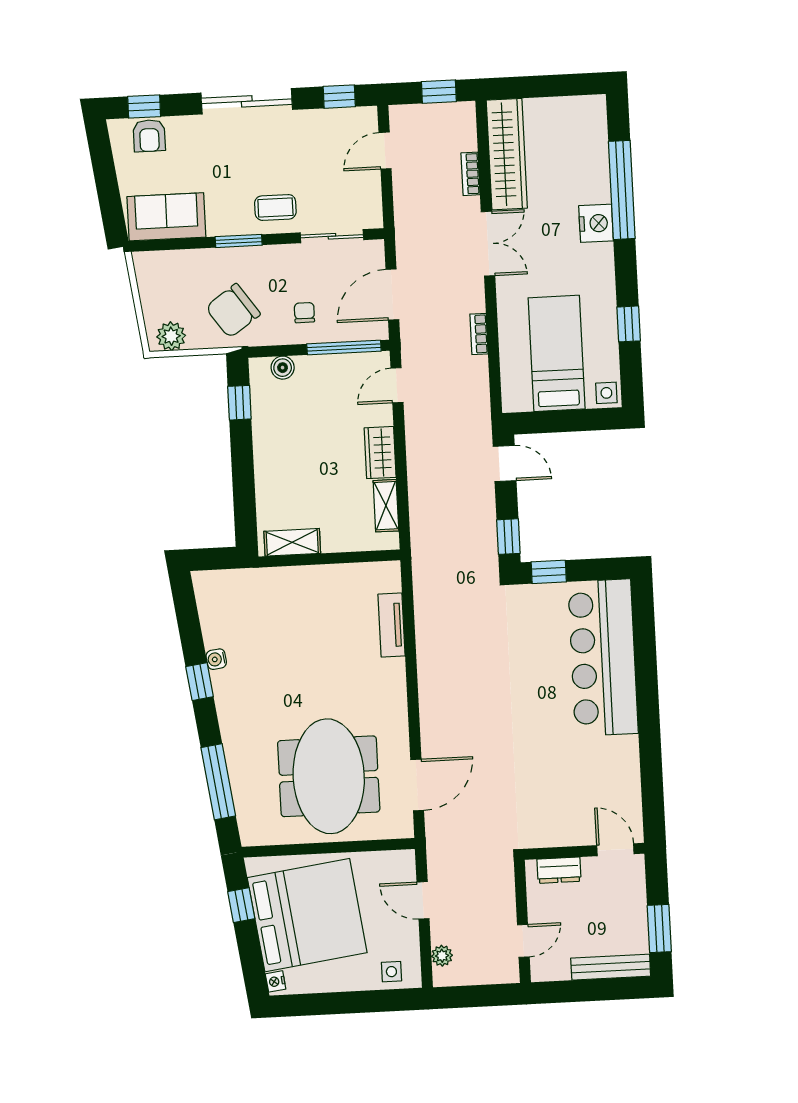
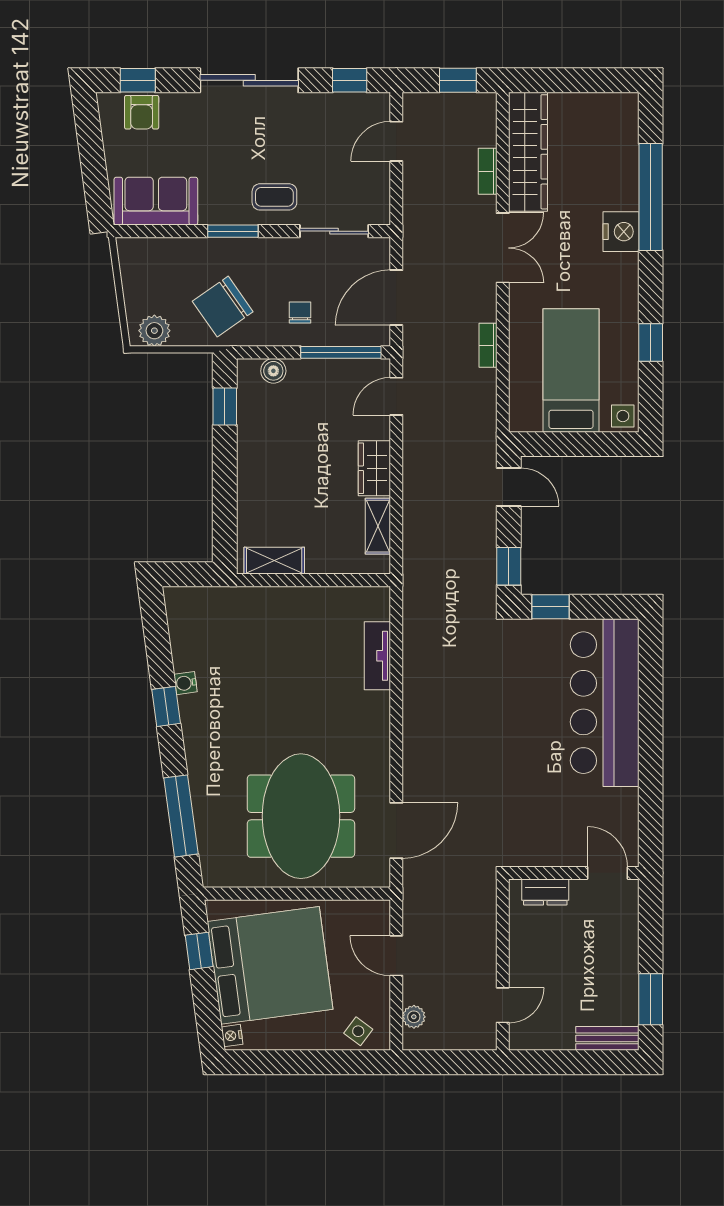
door: (615, 850) -> (608, 873), moved
wall: (584, 851) -> (574, 873), moved
dresser: (559, 870) -> (545, 892), moved
bench: (611, 967) -> (607, 1038), width x0.73
side table: (391, 972) -> (358, 1031), turned 37

